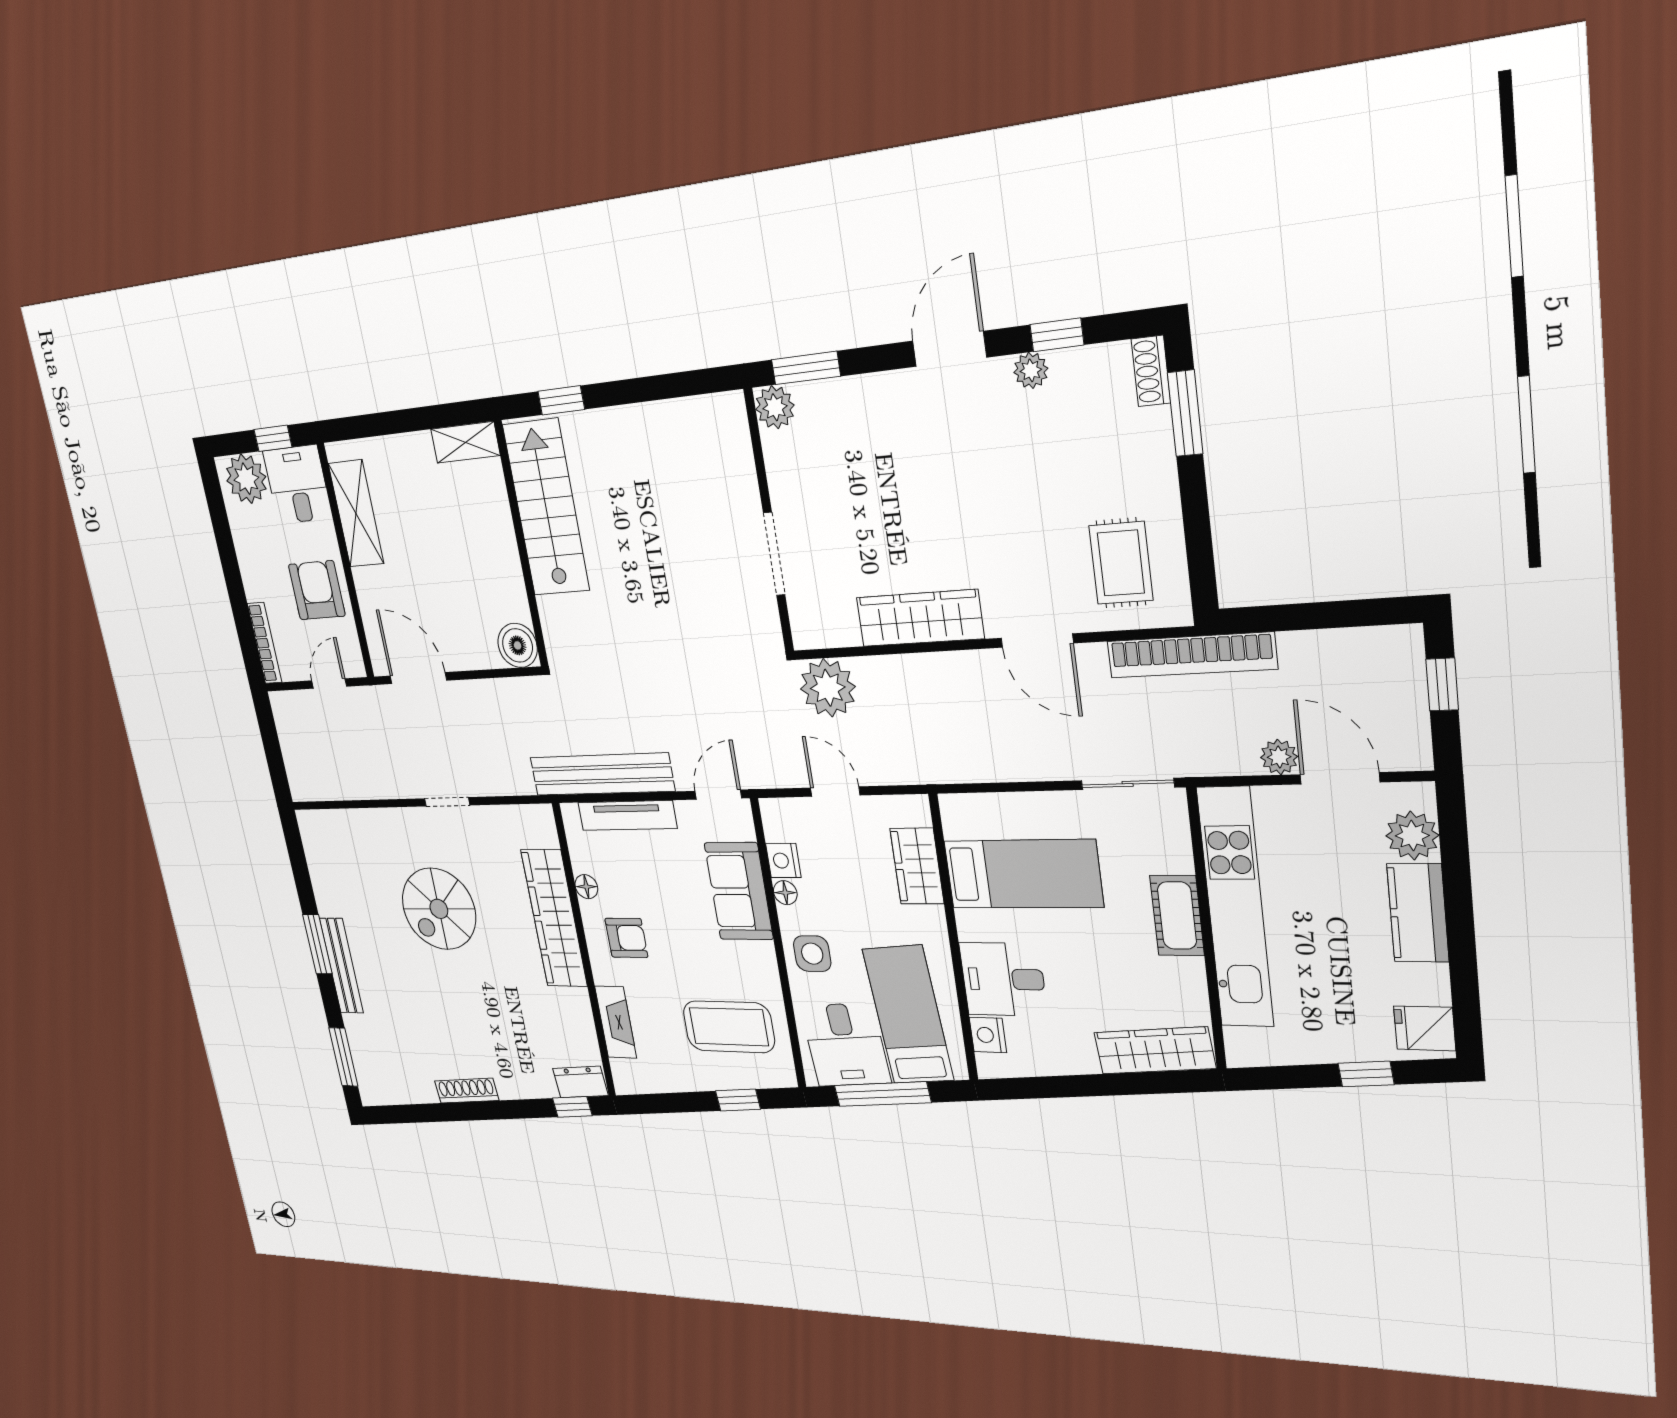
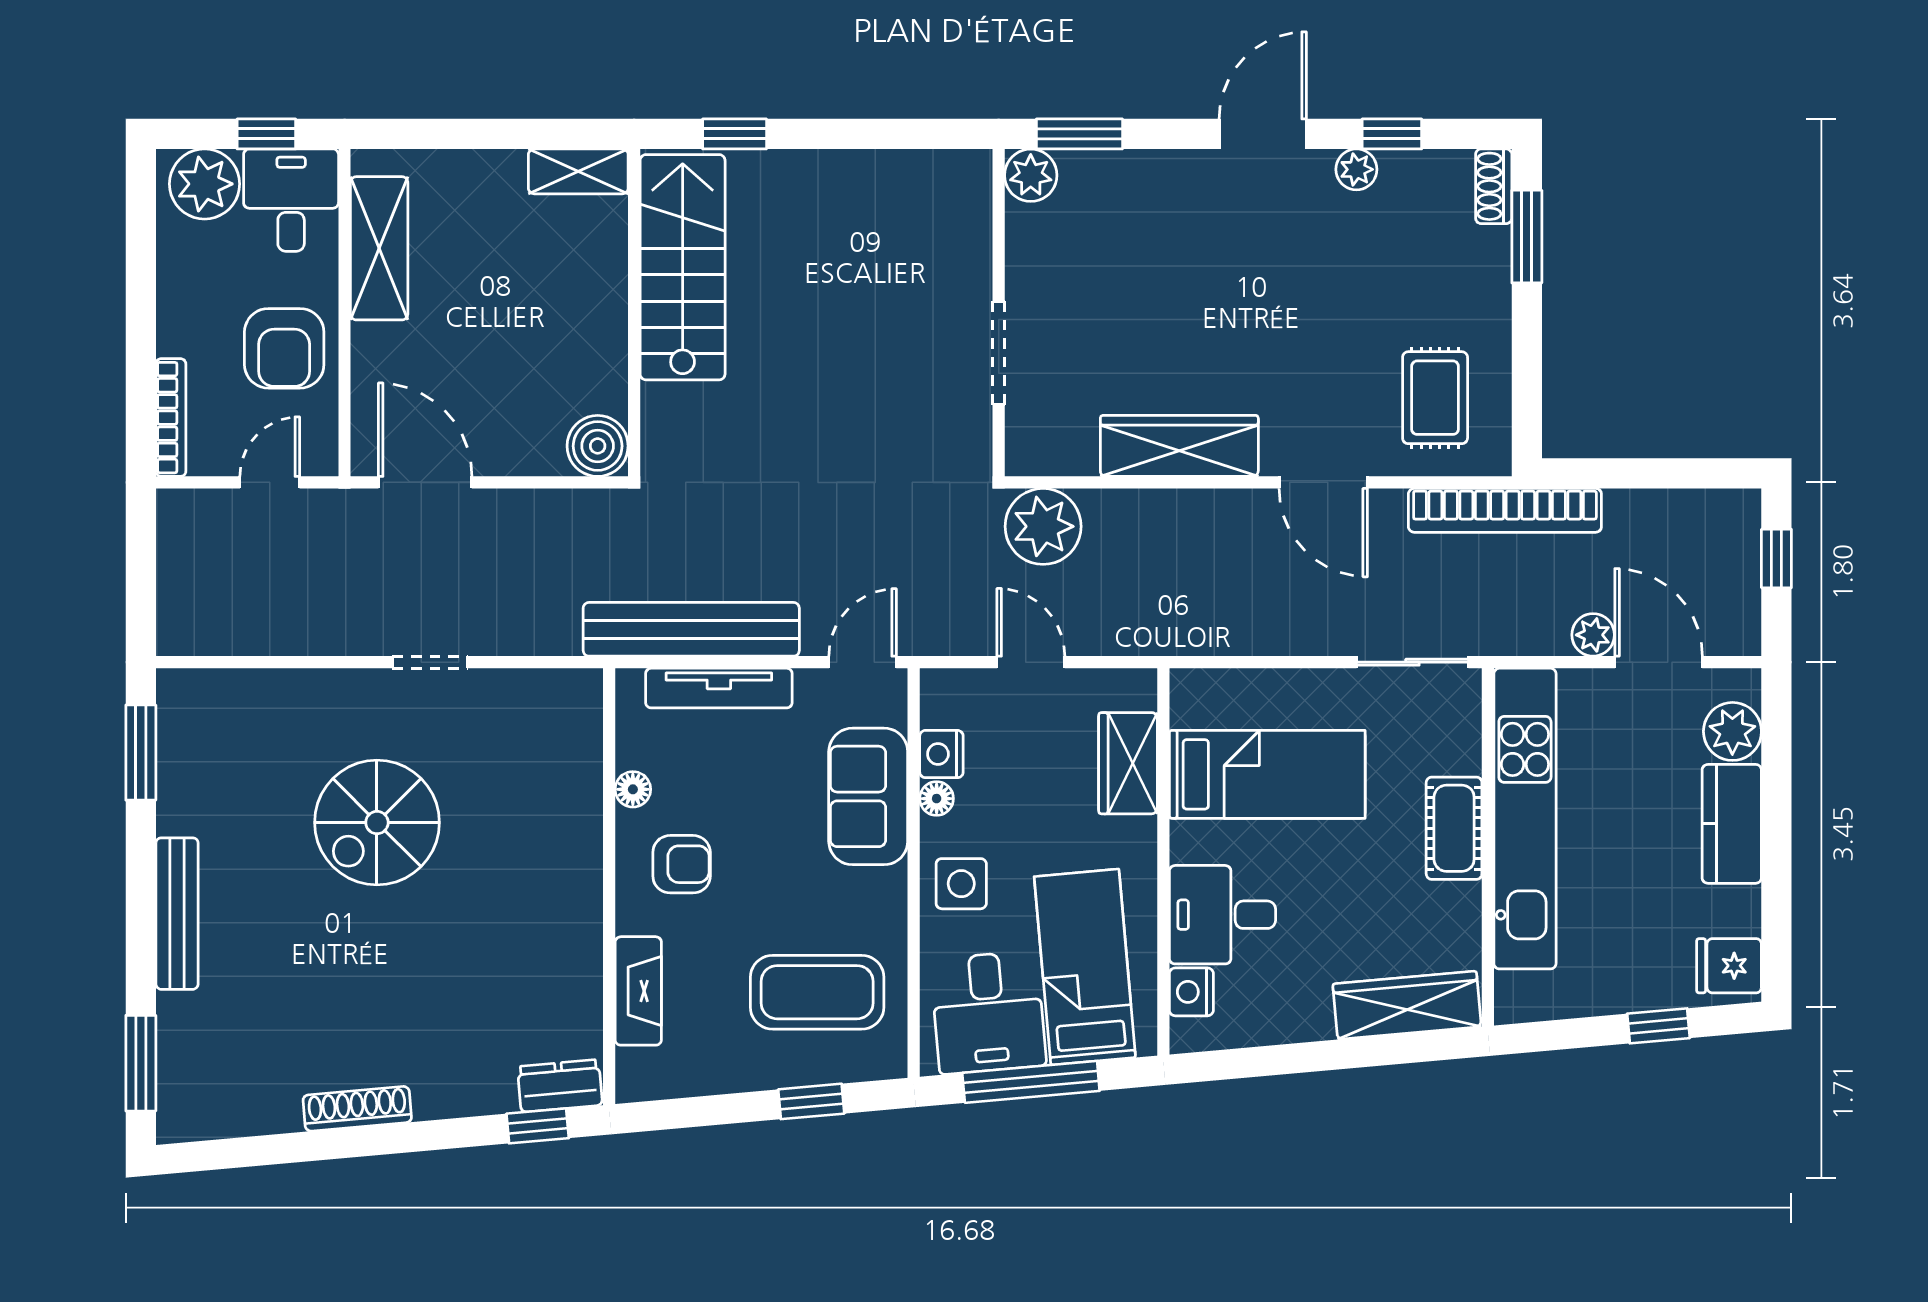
armchair: (317, 590) -> (284, 348), turned 180
wardrobe: (554, 918) -> (570, 836), removed
window: (317, 944) -> (141, 753), moved

